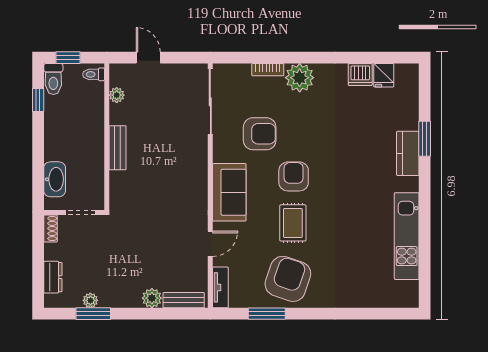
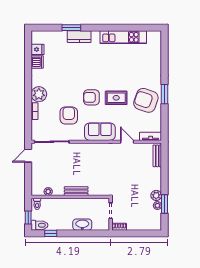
door: (148, 58) -> (28, 156), moved
washbasin: (55, 179) -> (82, 225), moved
dresser: (53, 277) -> (145, 226), removed
plant: (152, 298) -> (156, 195), moved
window: (267, 314) -> (165, 94), moved

